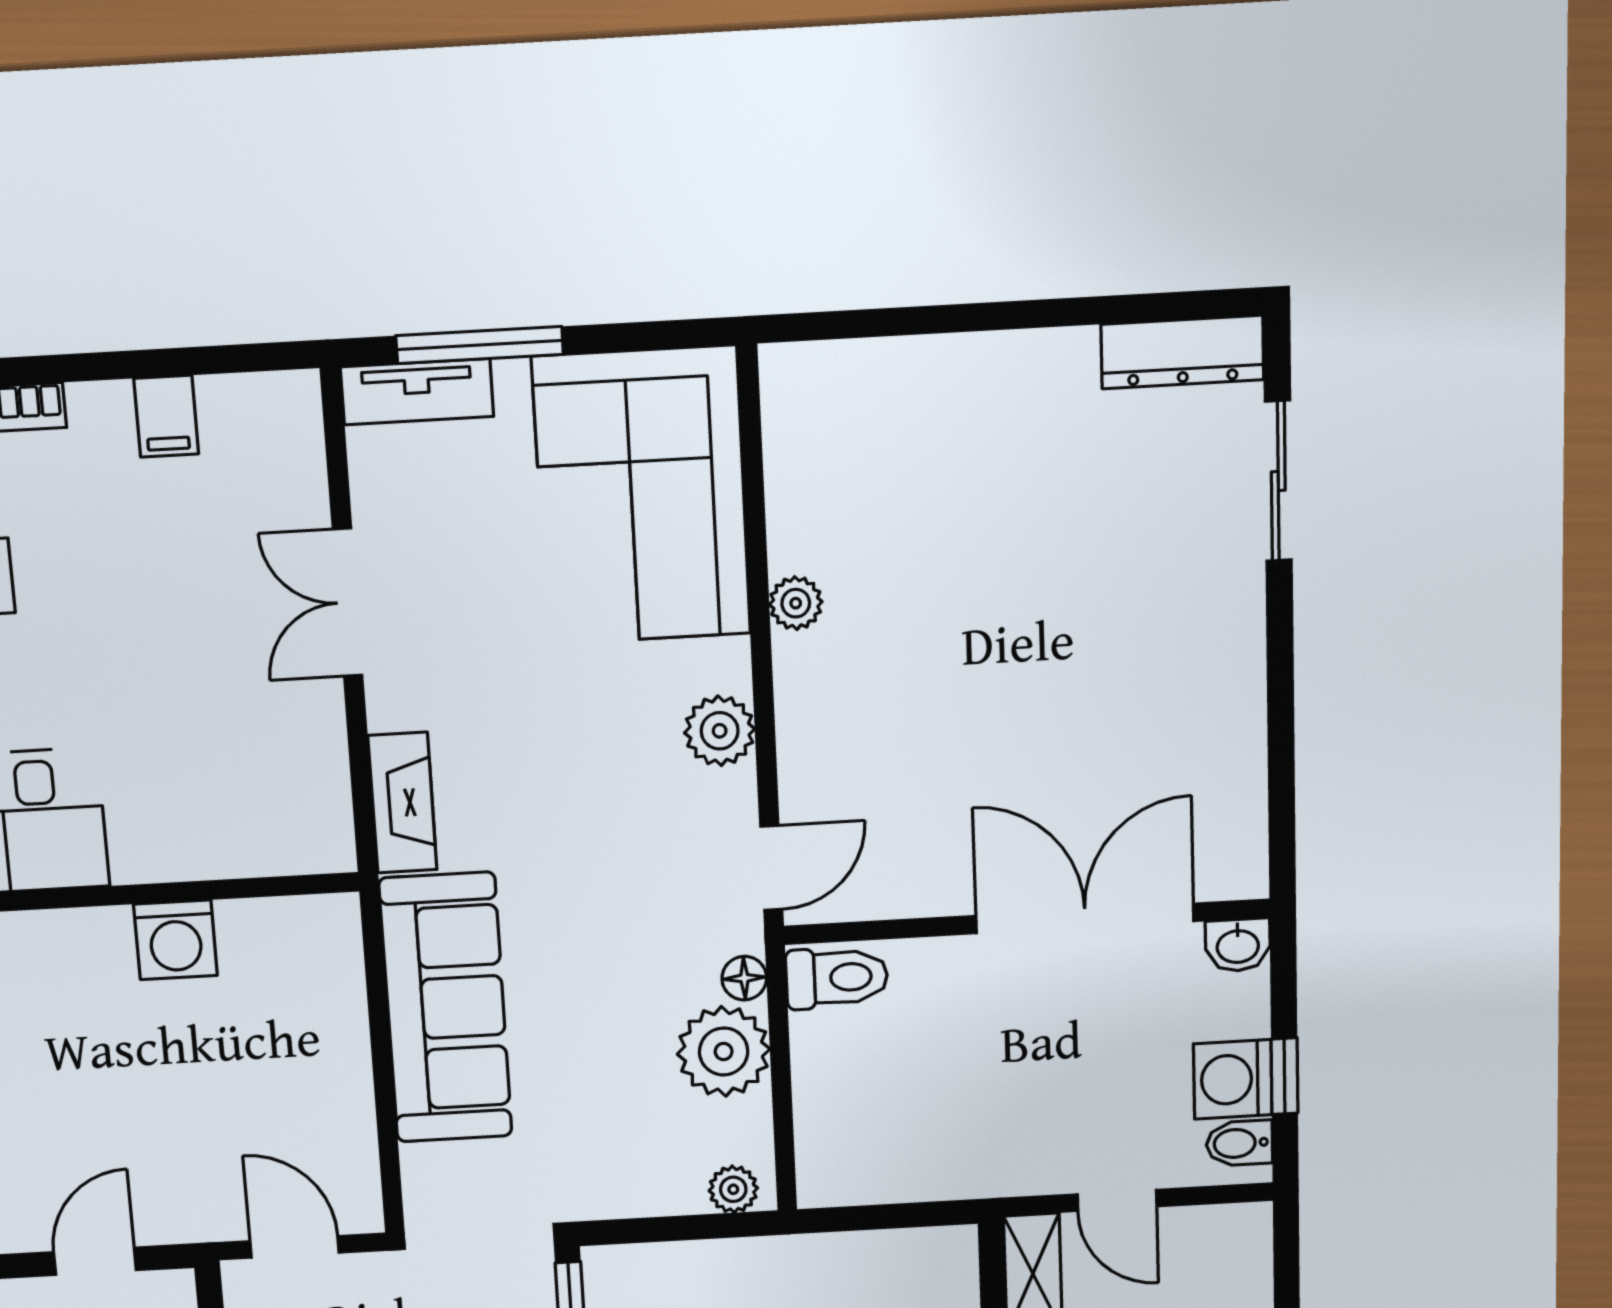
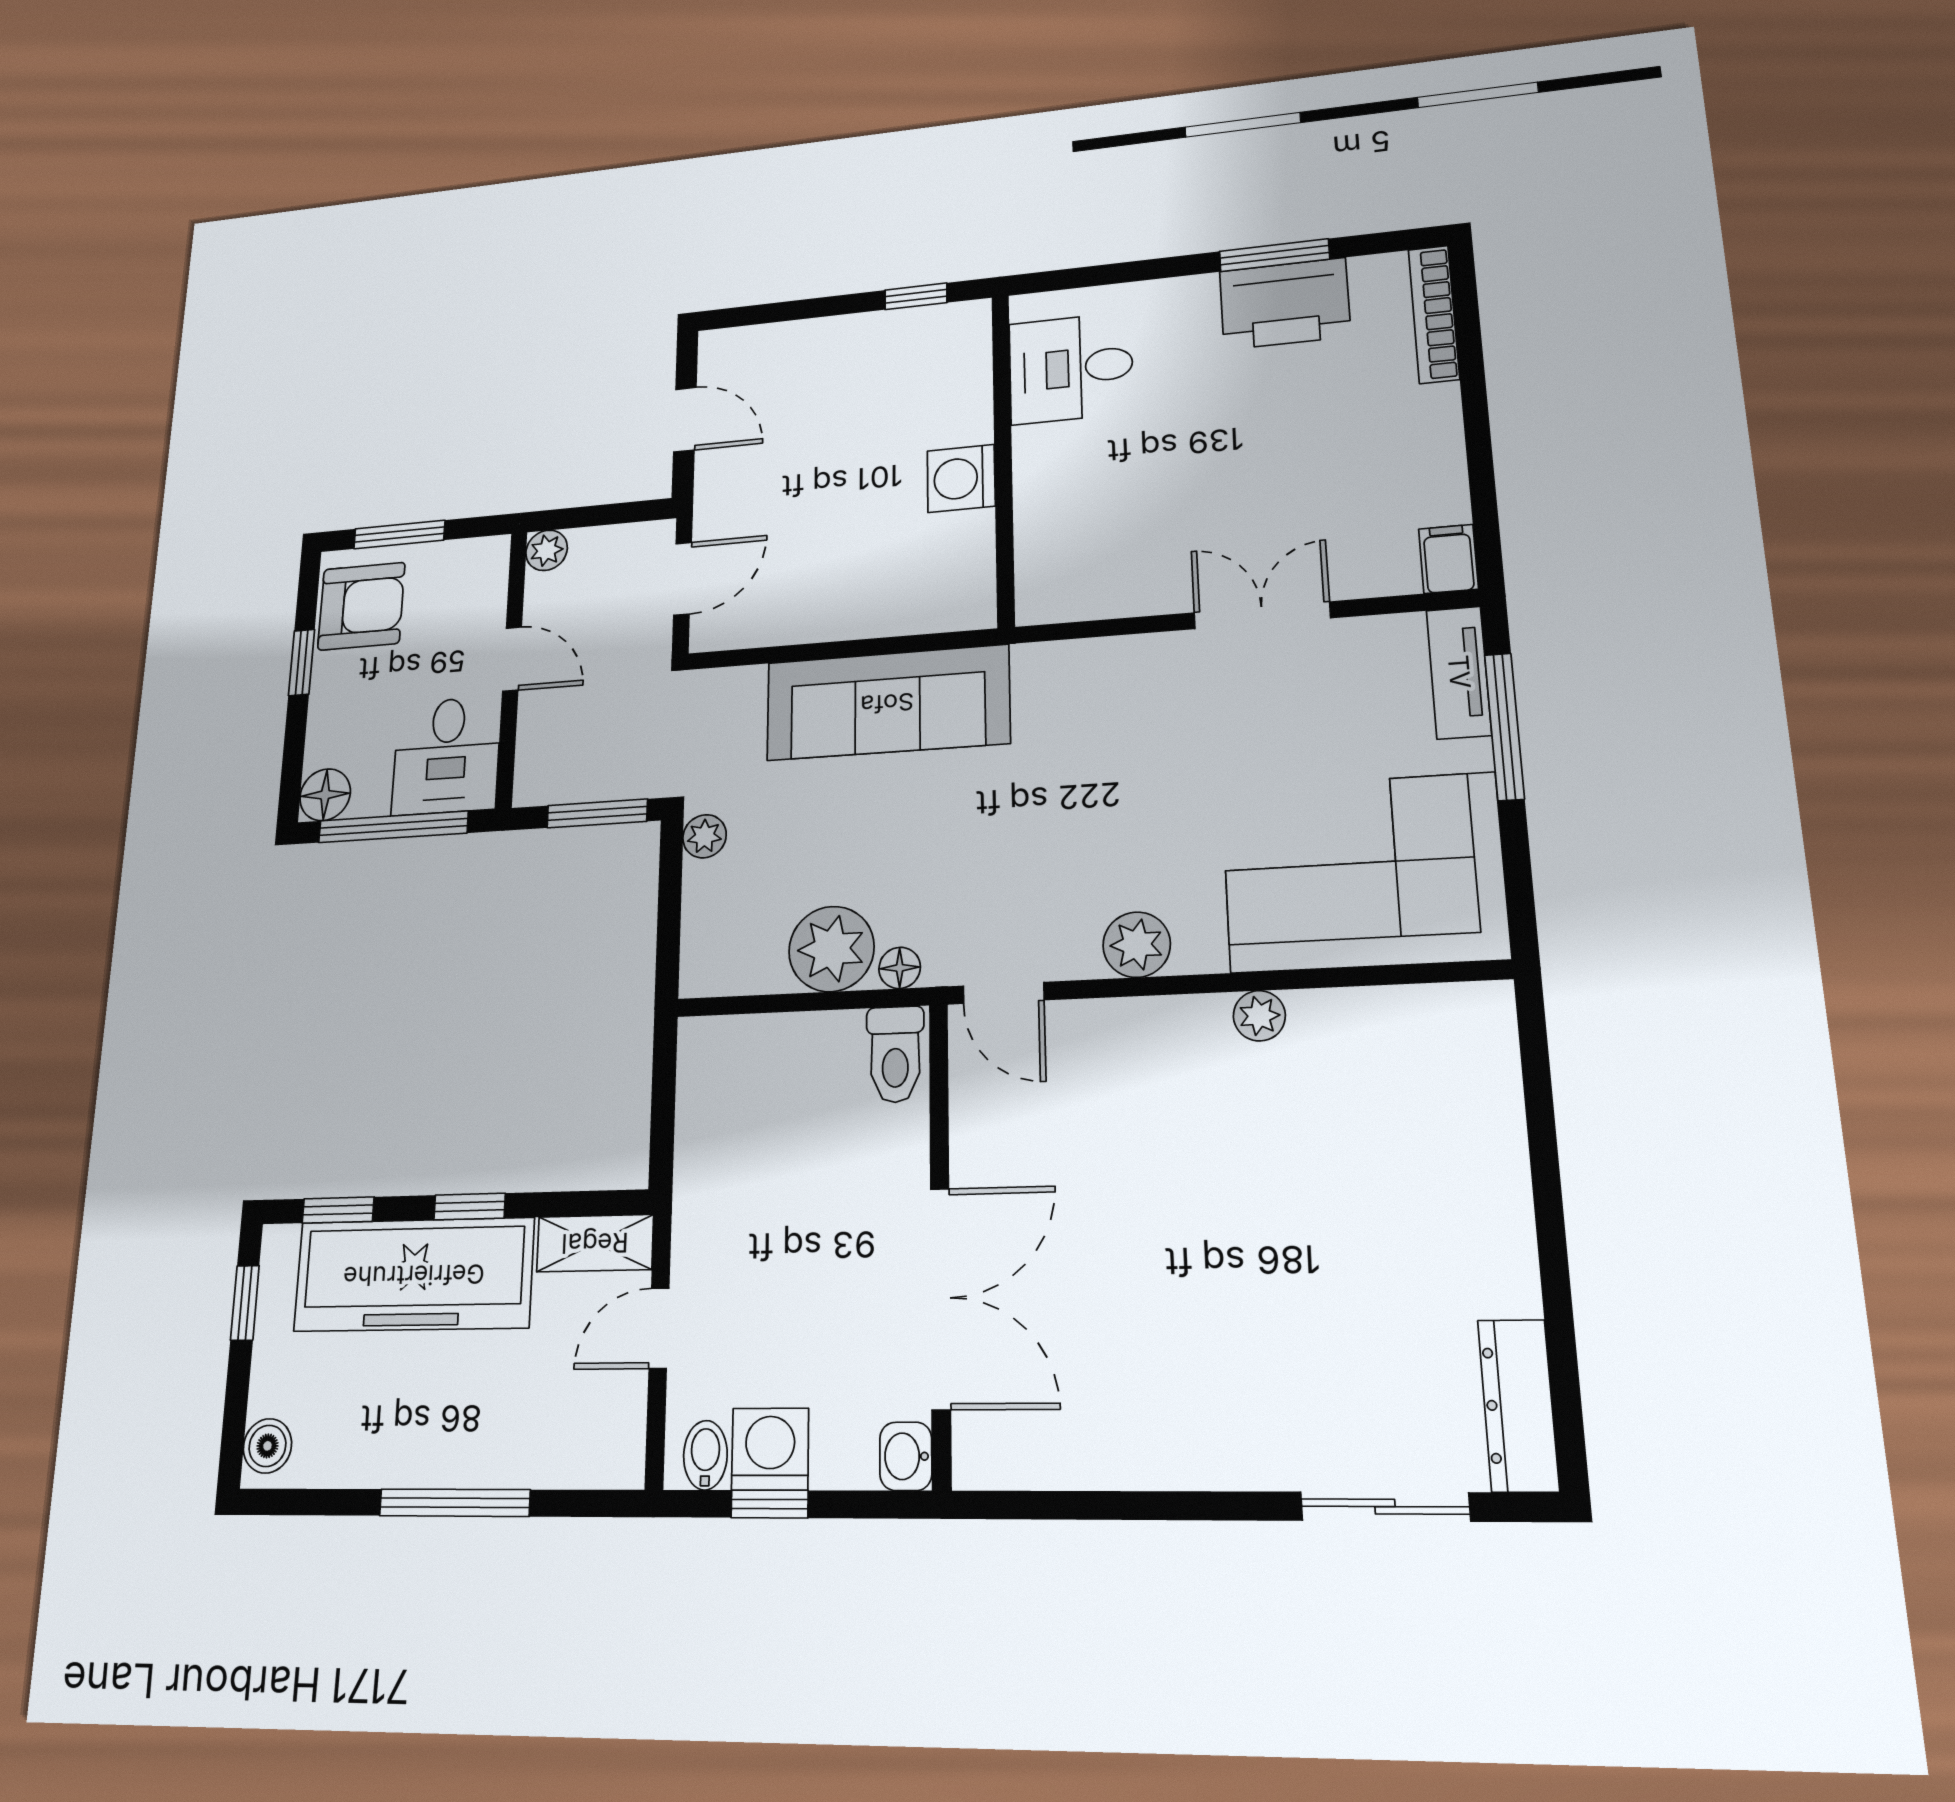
filing cabinet: (166, 416) -> (1448, 559), moved, turned 90
fireplace: (402, 803) -> (1077, 664), removed
plant: (733, 1189) -> (705, 836), moved

